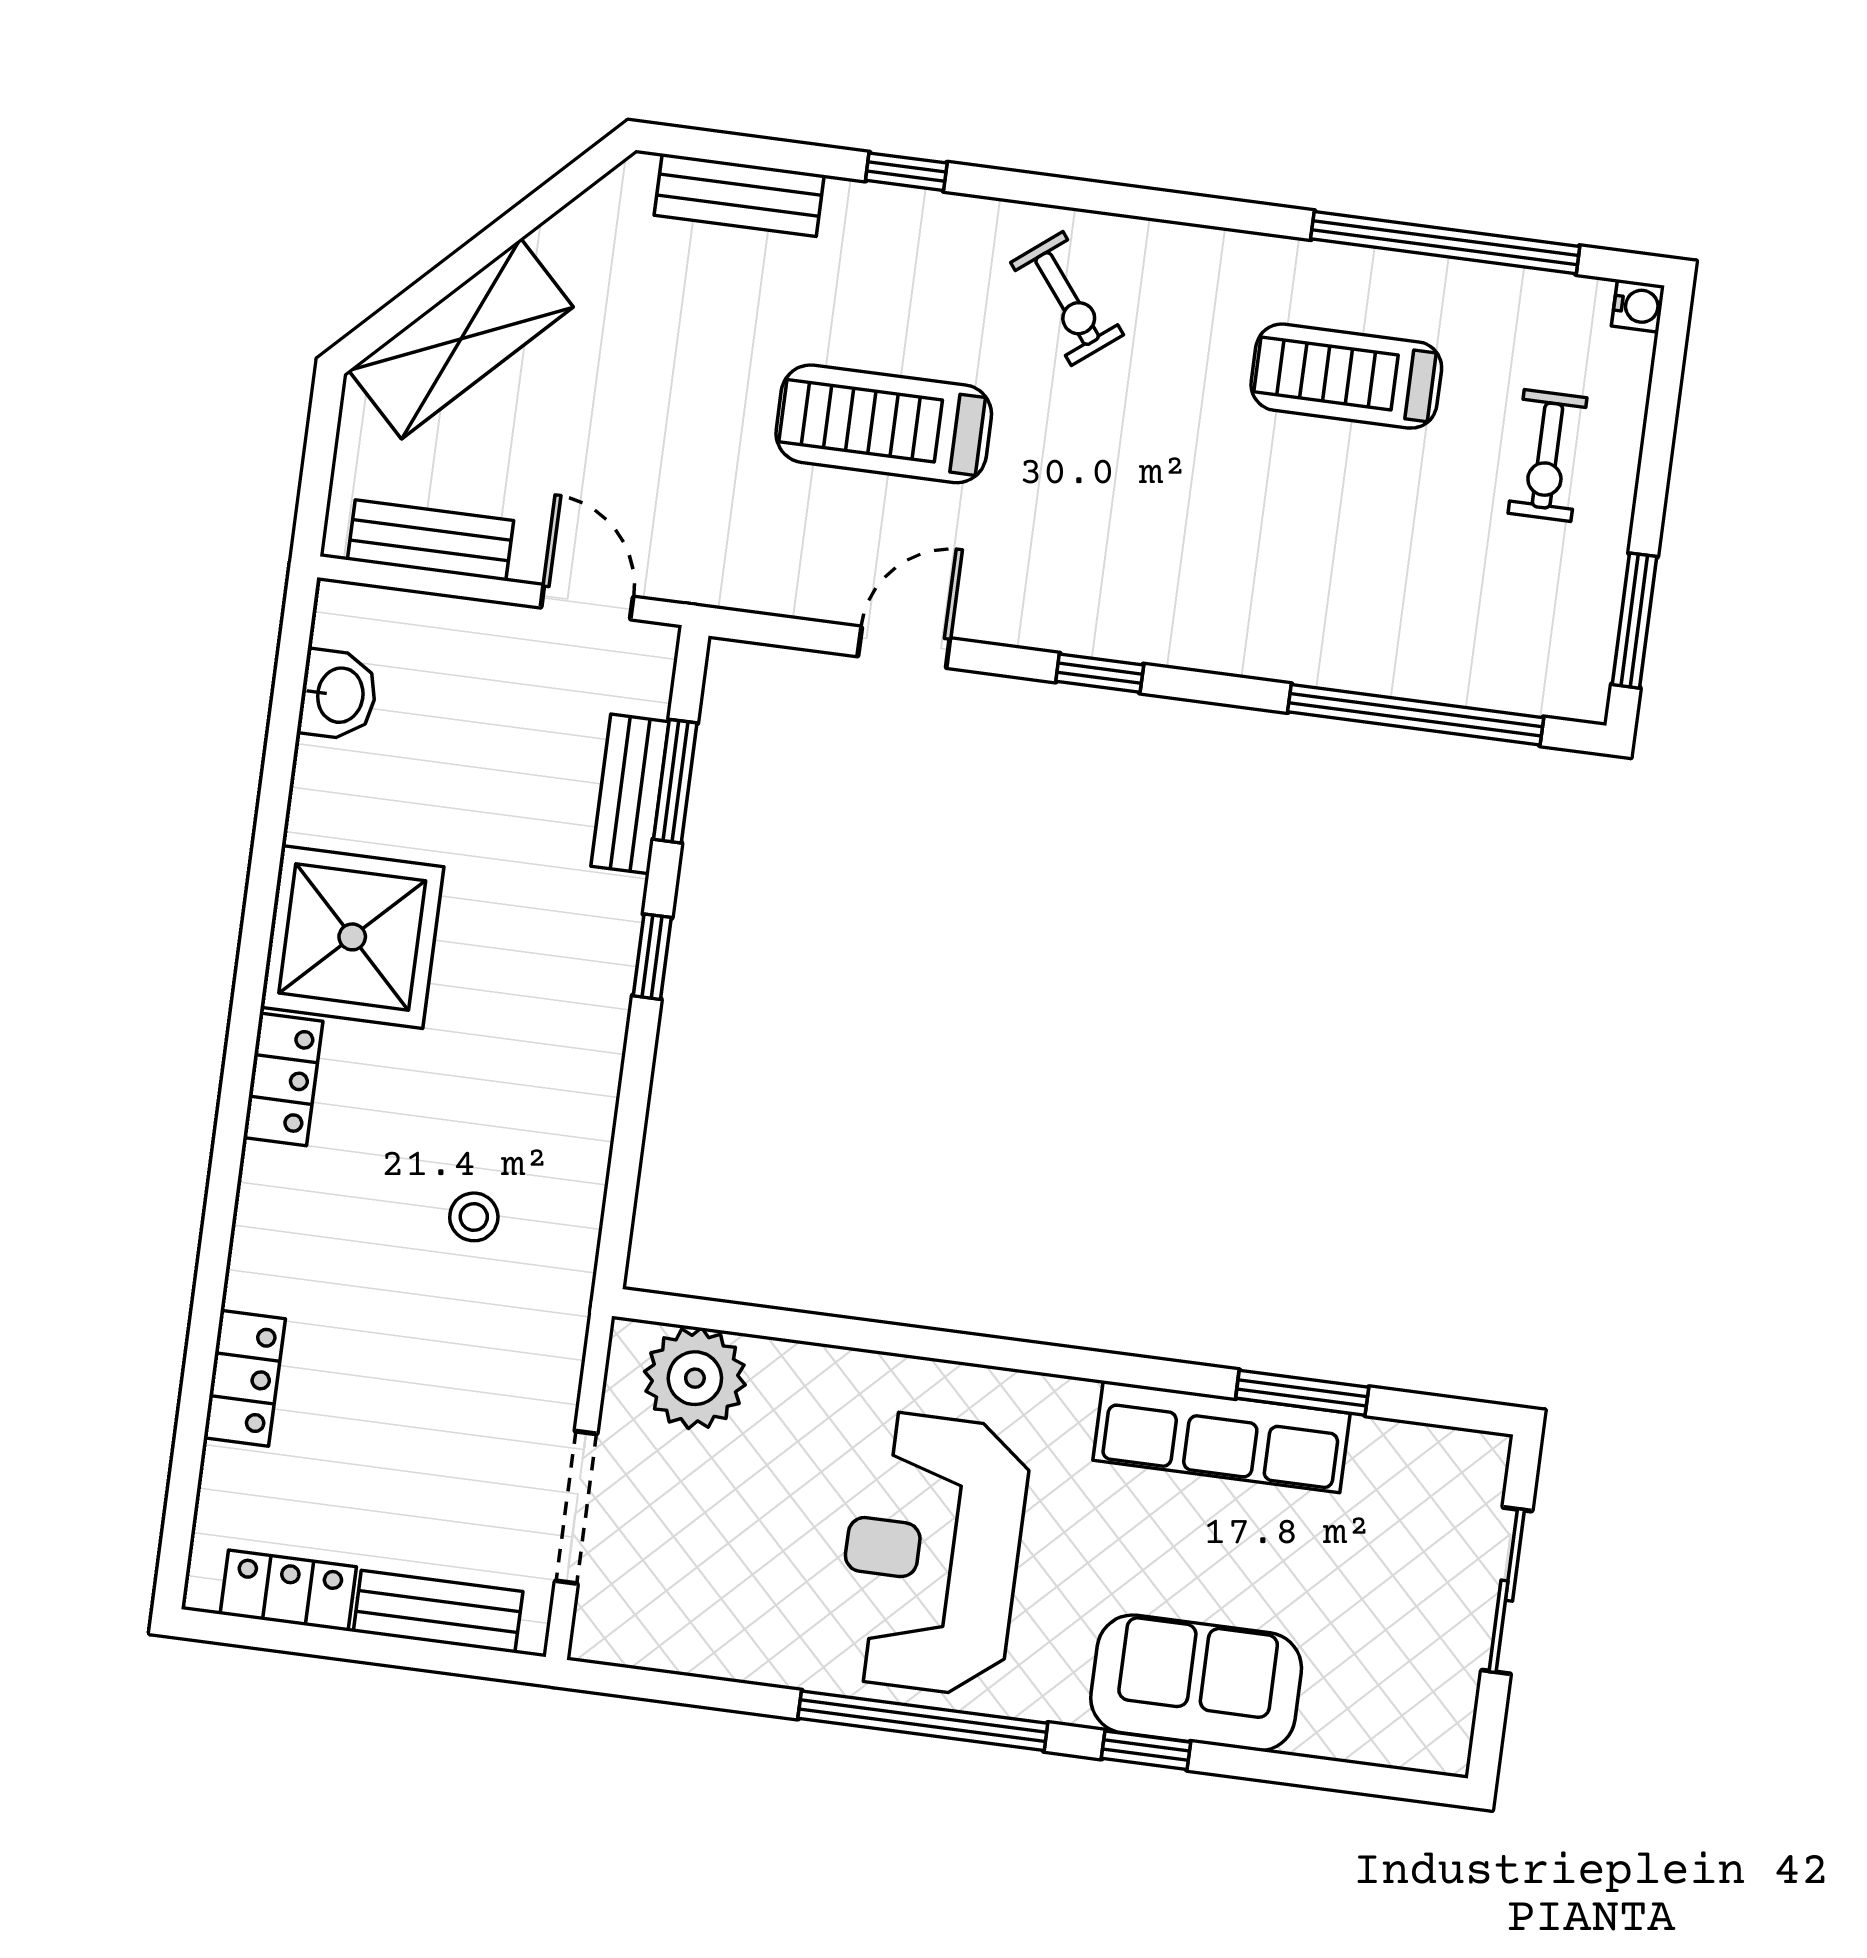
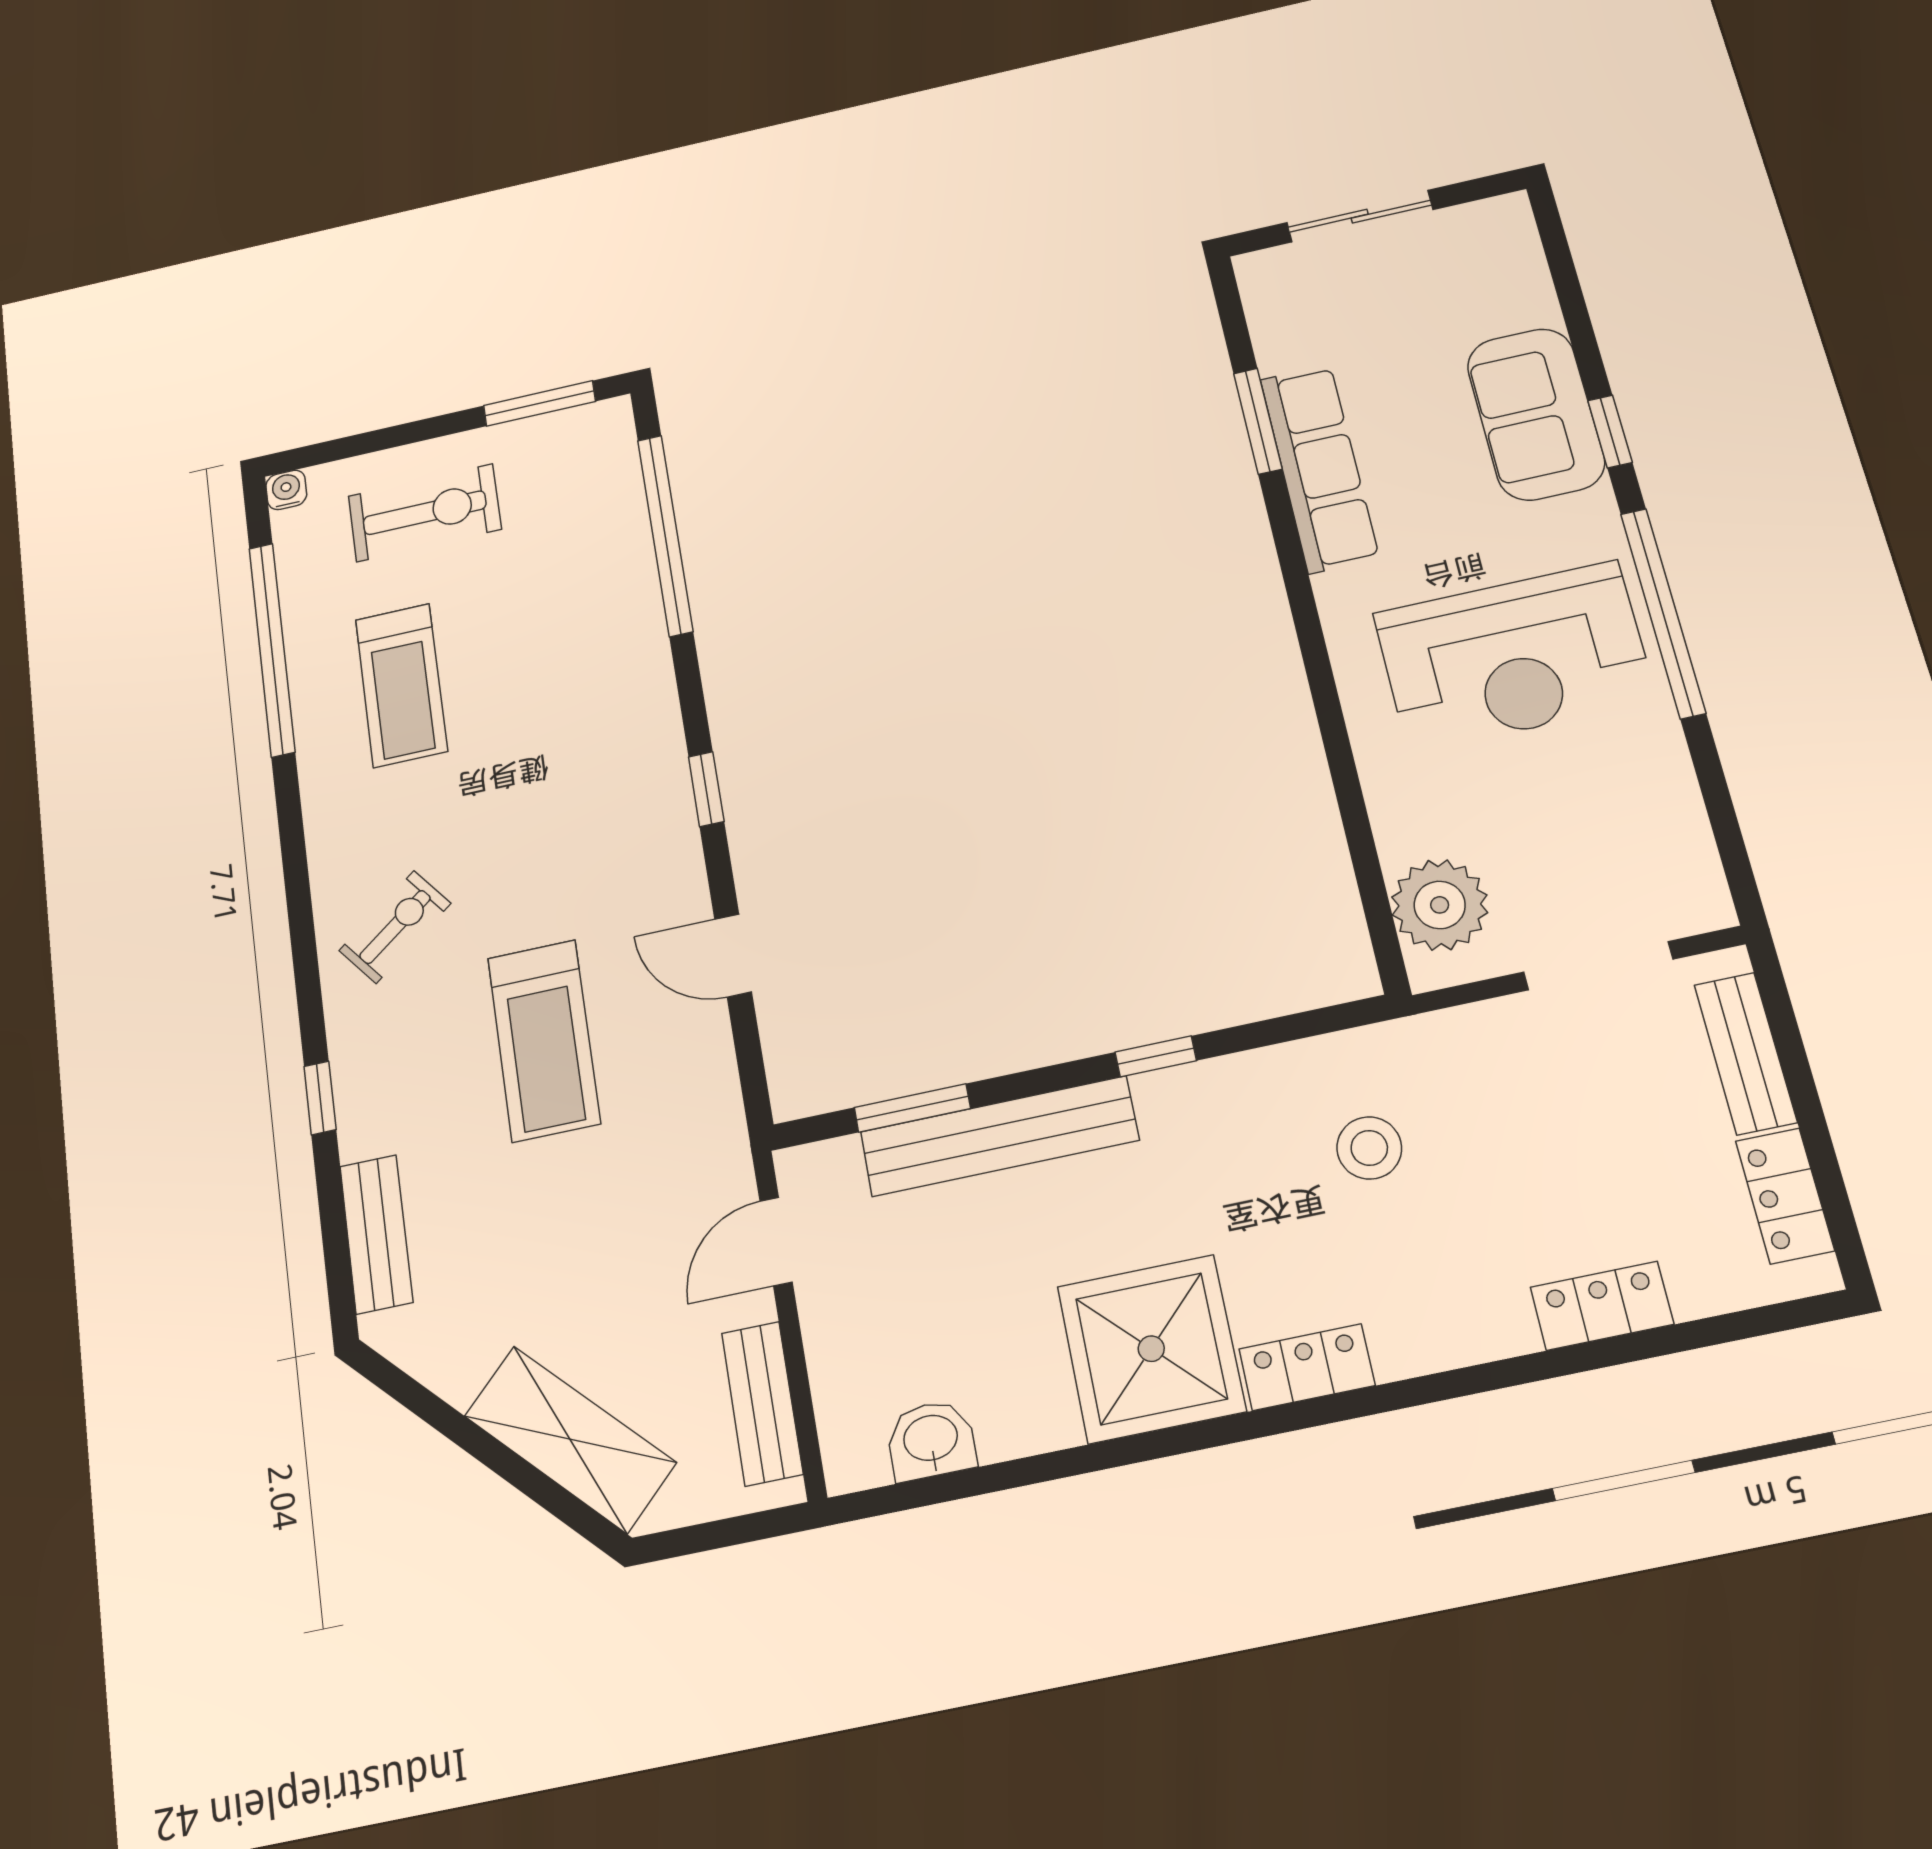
exercise bike: (1548, 455) -> (425, 513), width x1.38, depth x1.39
bench: (630, 794) -> (999, 1136), width x1.86, depth x1.21
window: (652, 957) -> (1156, 1056), moved
stool: (474, 1217) -> (1369, 1148), width x1.37, depth x1.37

